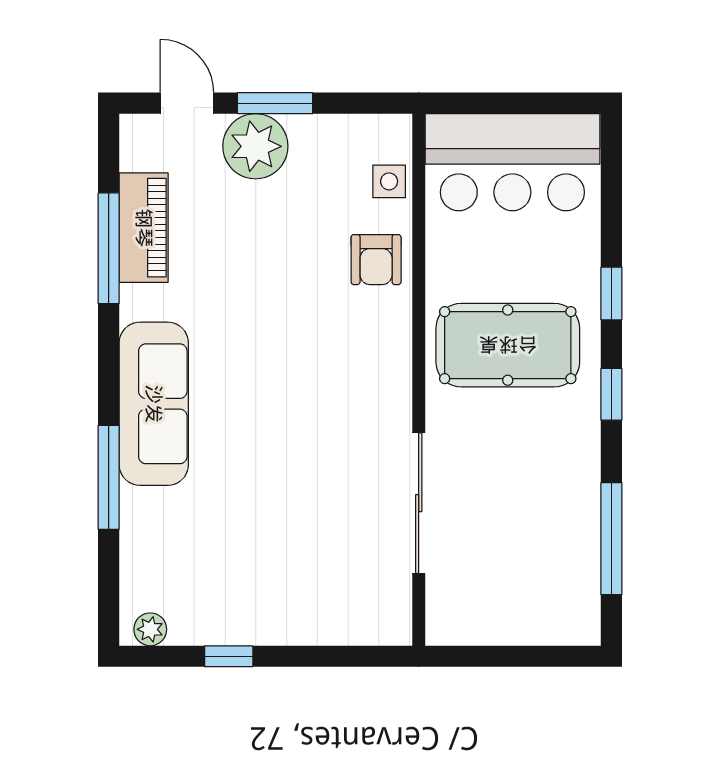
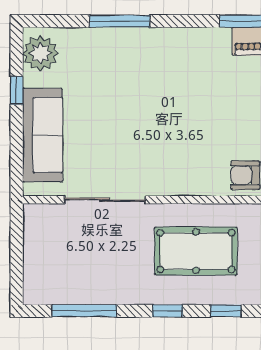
pool table: (508, 345) -> (196, 251), turned 90
sofa: (154, 404) -> (43, 135), moved, turned -90
plant: (150, 629) -> (40, 53), width x1.88, depth x1.88

